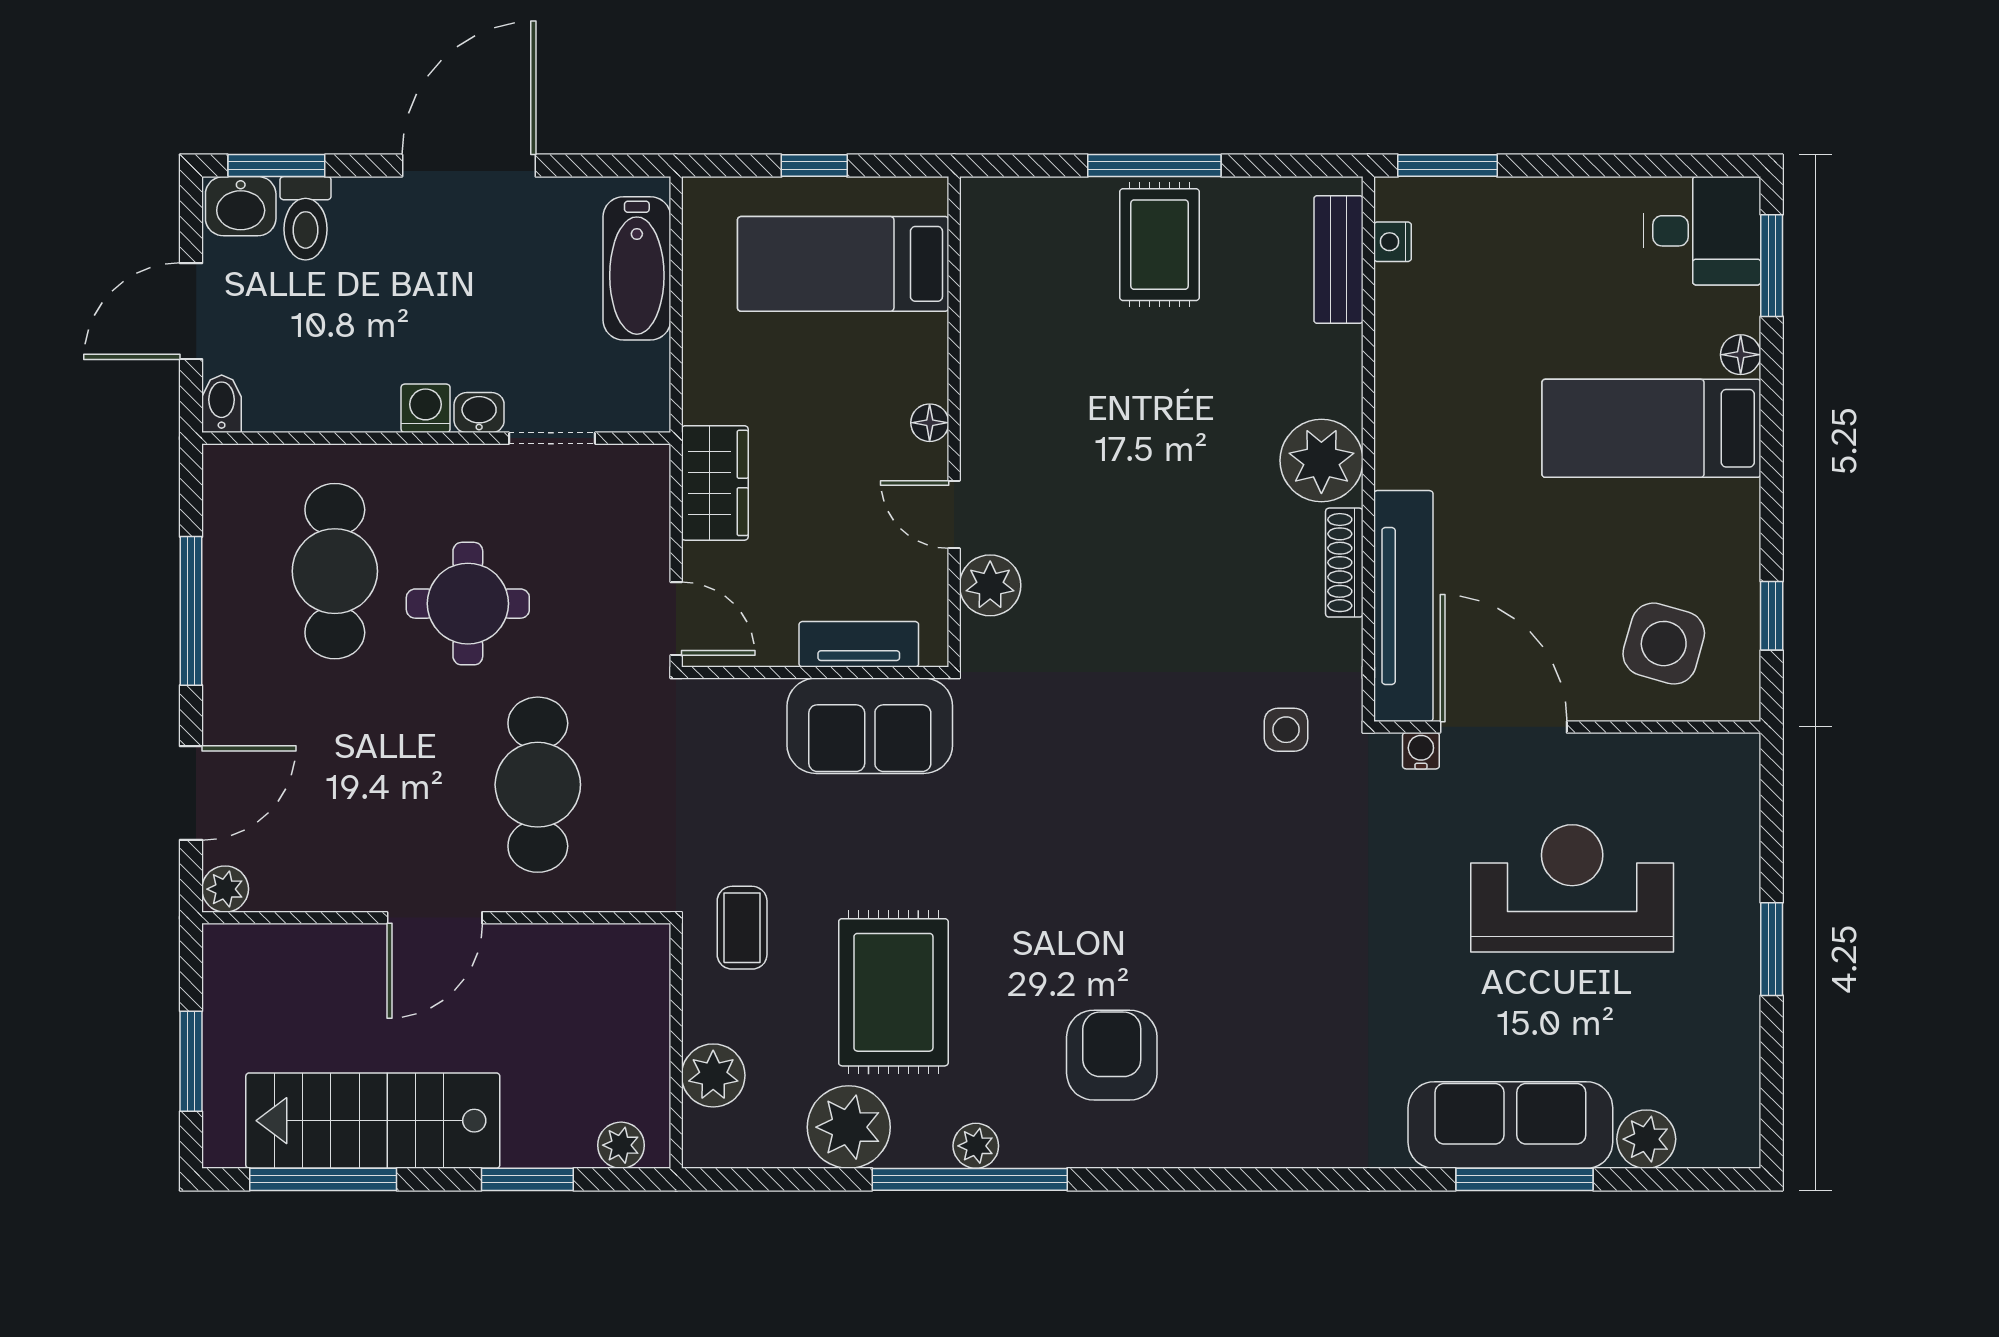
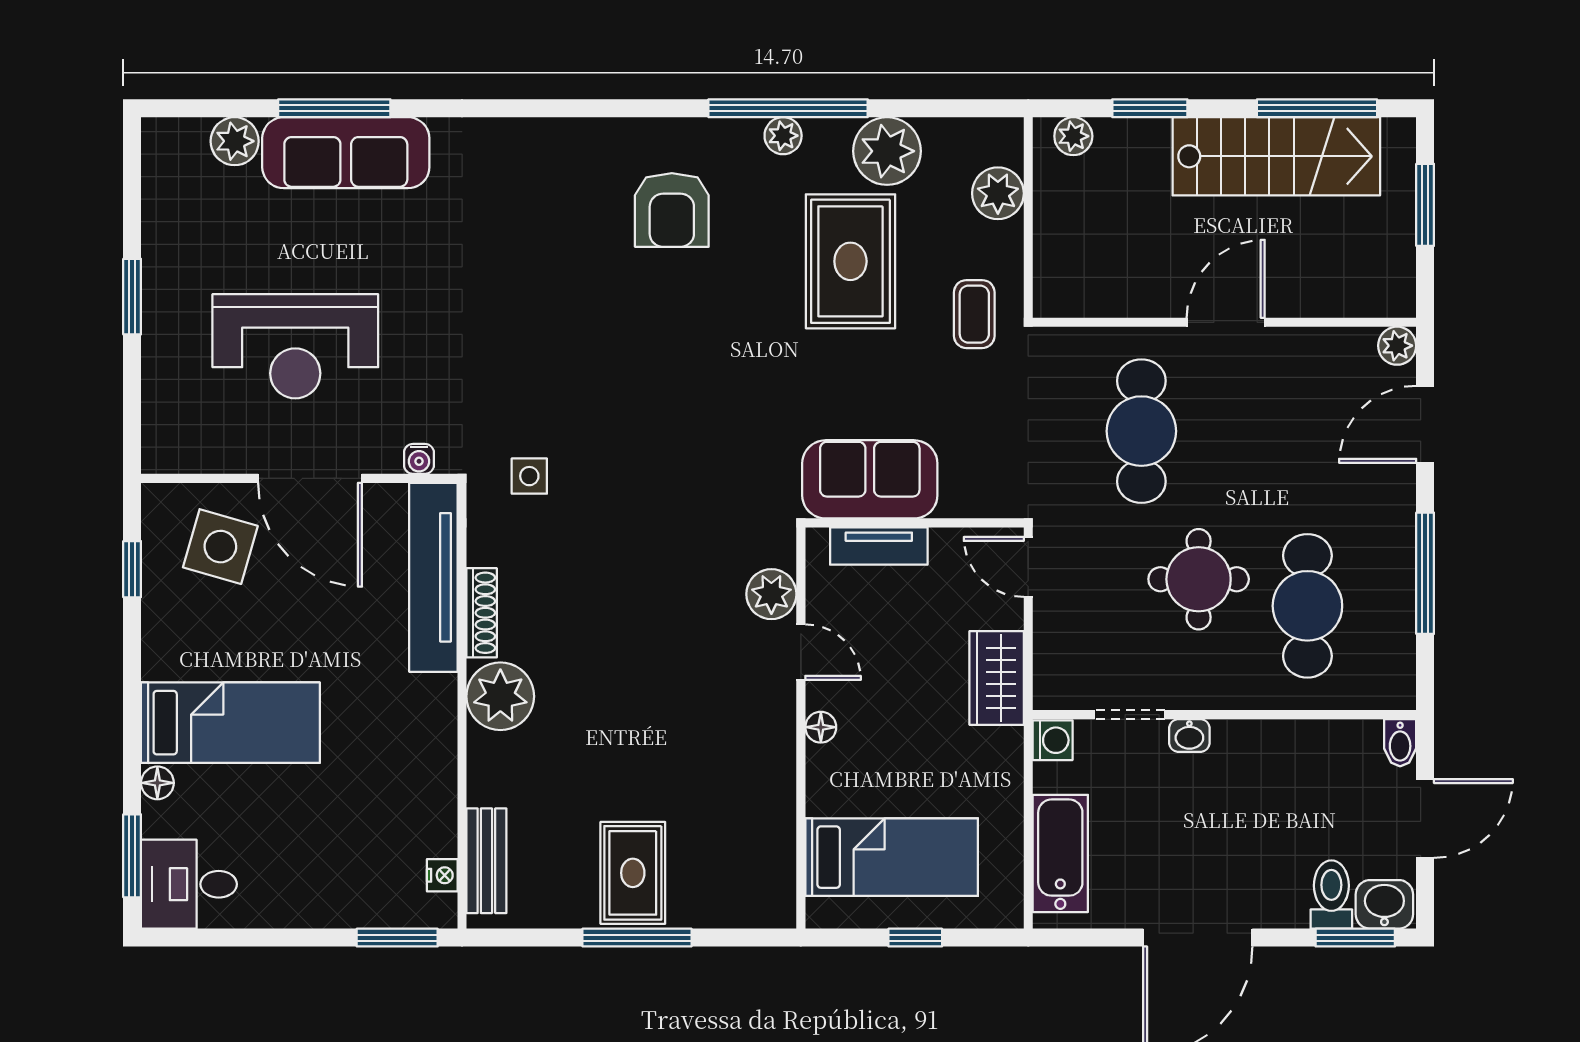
washing machine: (426, 408) -> (1053, 740), moved, turned -90
door: (1504, 727) -> (310, 478), moved

